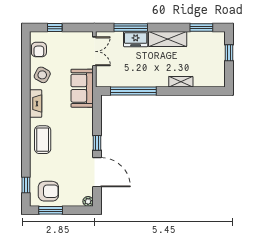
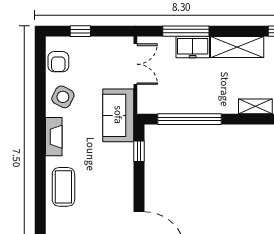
window: (97, 143) -> (139, 151), moved

